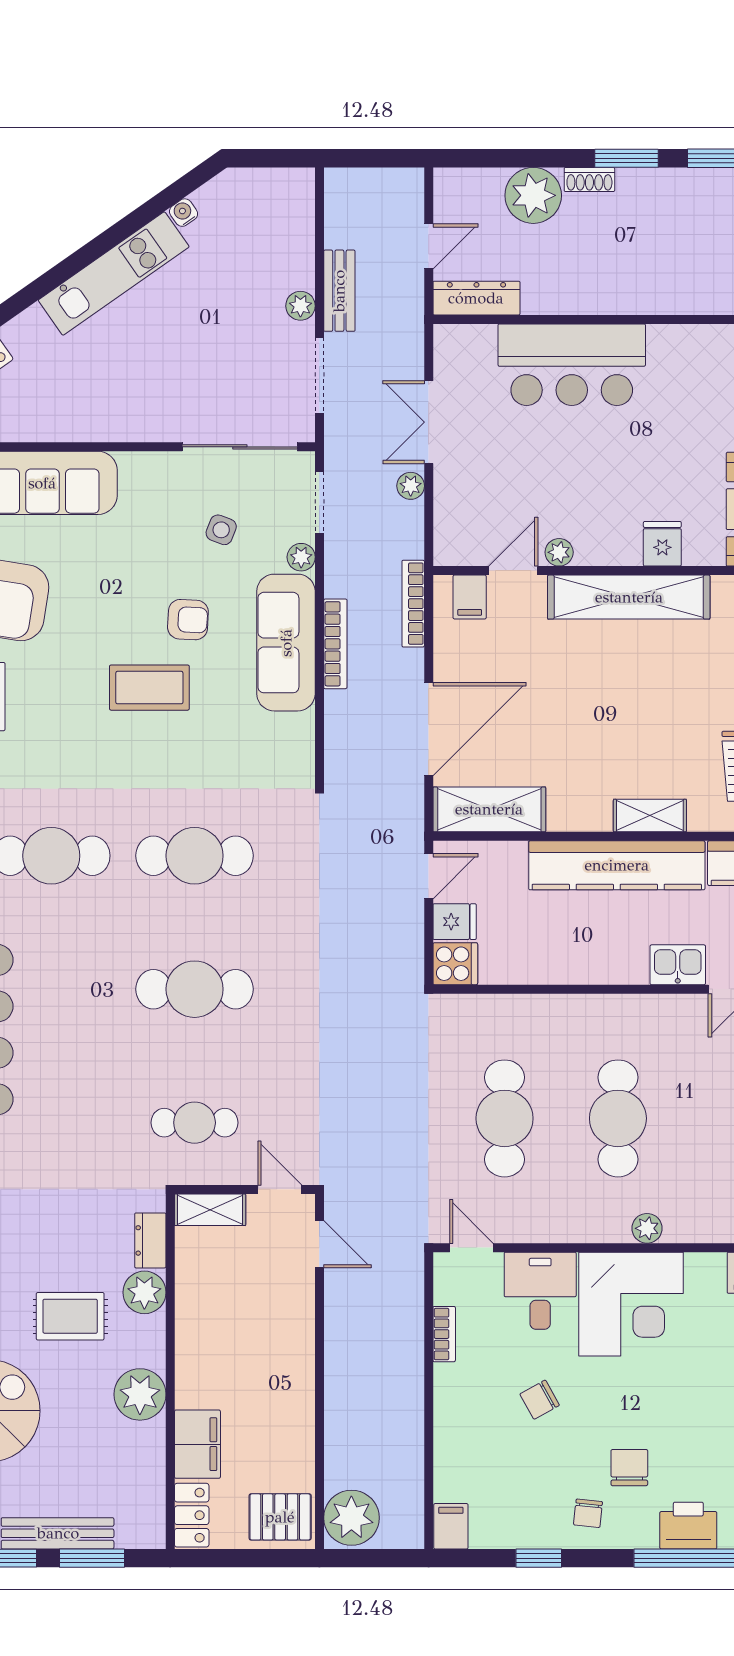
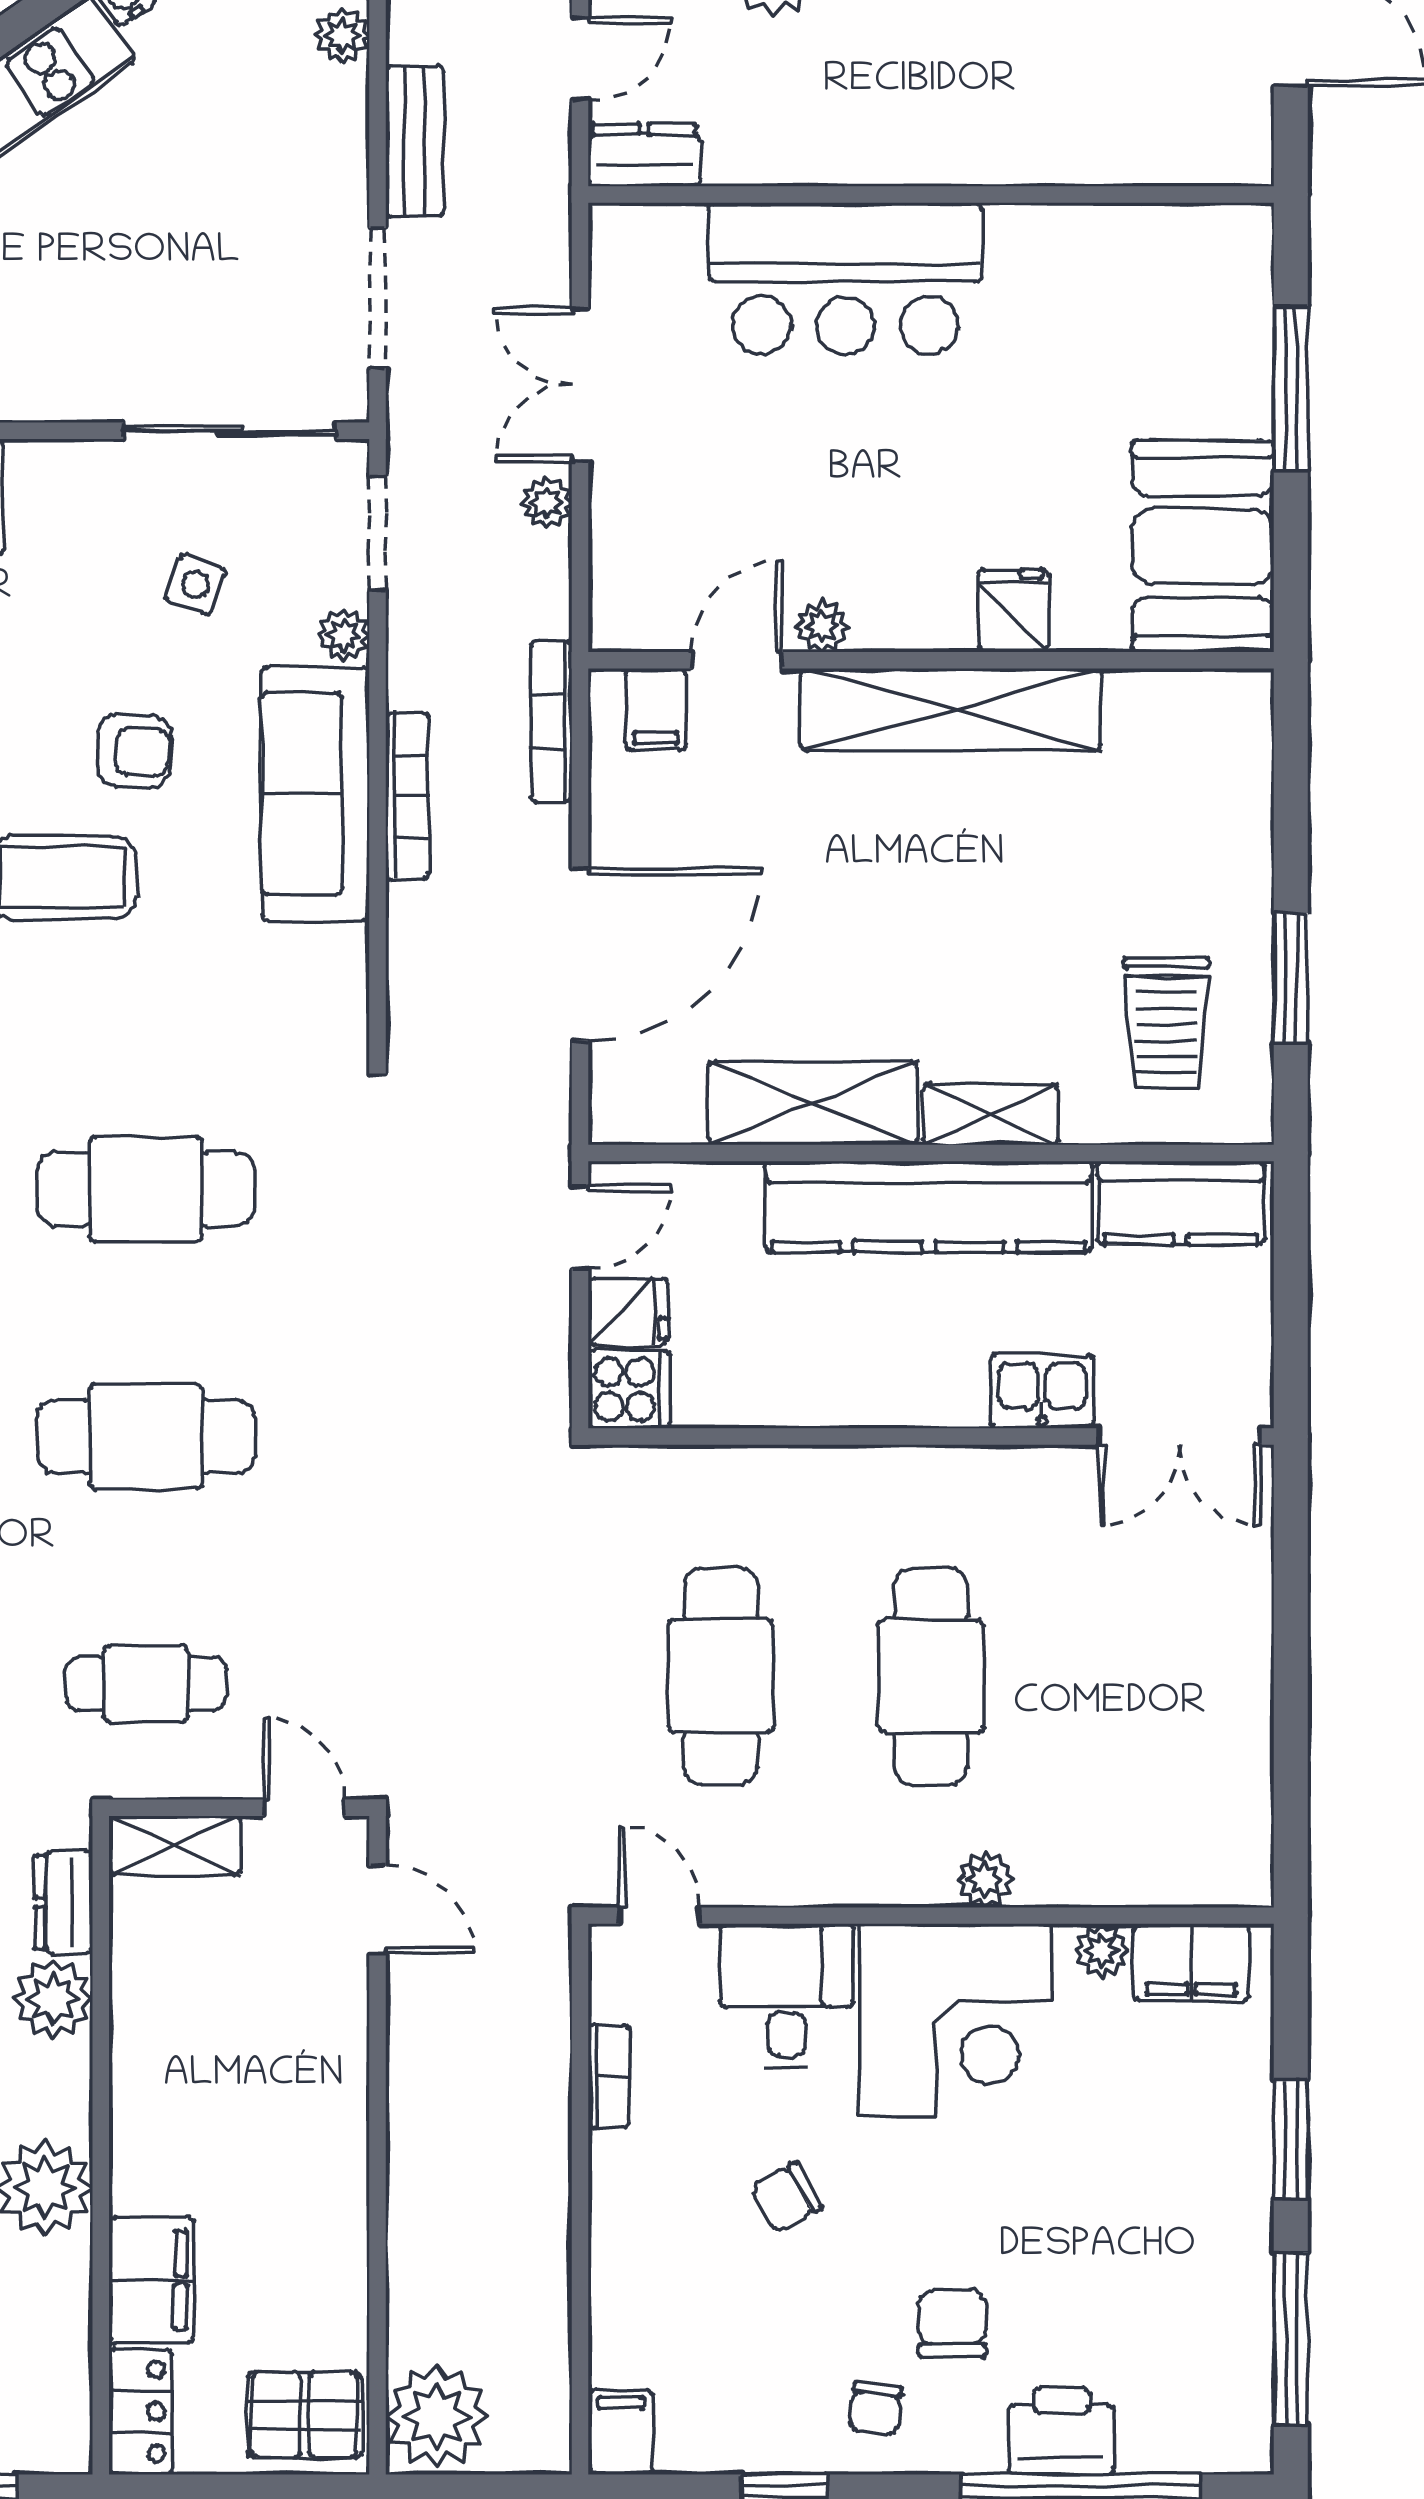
dresser: (476, 298) -> (644, 155), width x0.70
plant: (300, 306) -> (342, 36), moved
shelving: (489, 809) -> (813, 1103), moved
plant: (710, 1266) -> (1102, 1950), added

